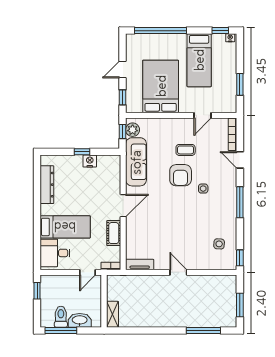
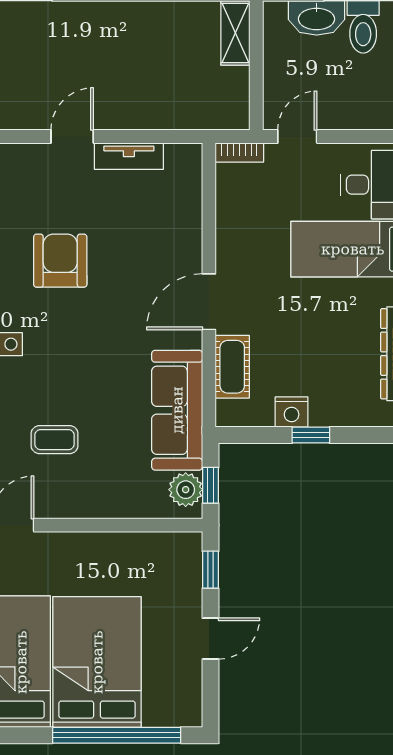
bed: (161, 86) -> (97, 662), moved, turned 180
armchair: (181, 175) -> (60, 261), moved
cot: (114, 233) -> (232, 367), moved
tv unit: (140, 265) -> (129, 156), moved
door: (178, 272) -> (72, 137), swing flipped

